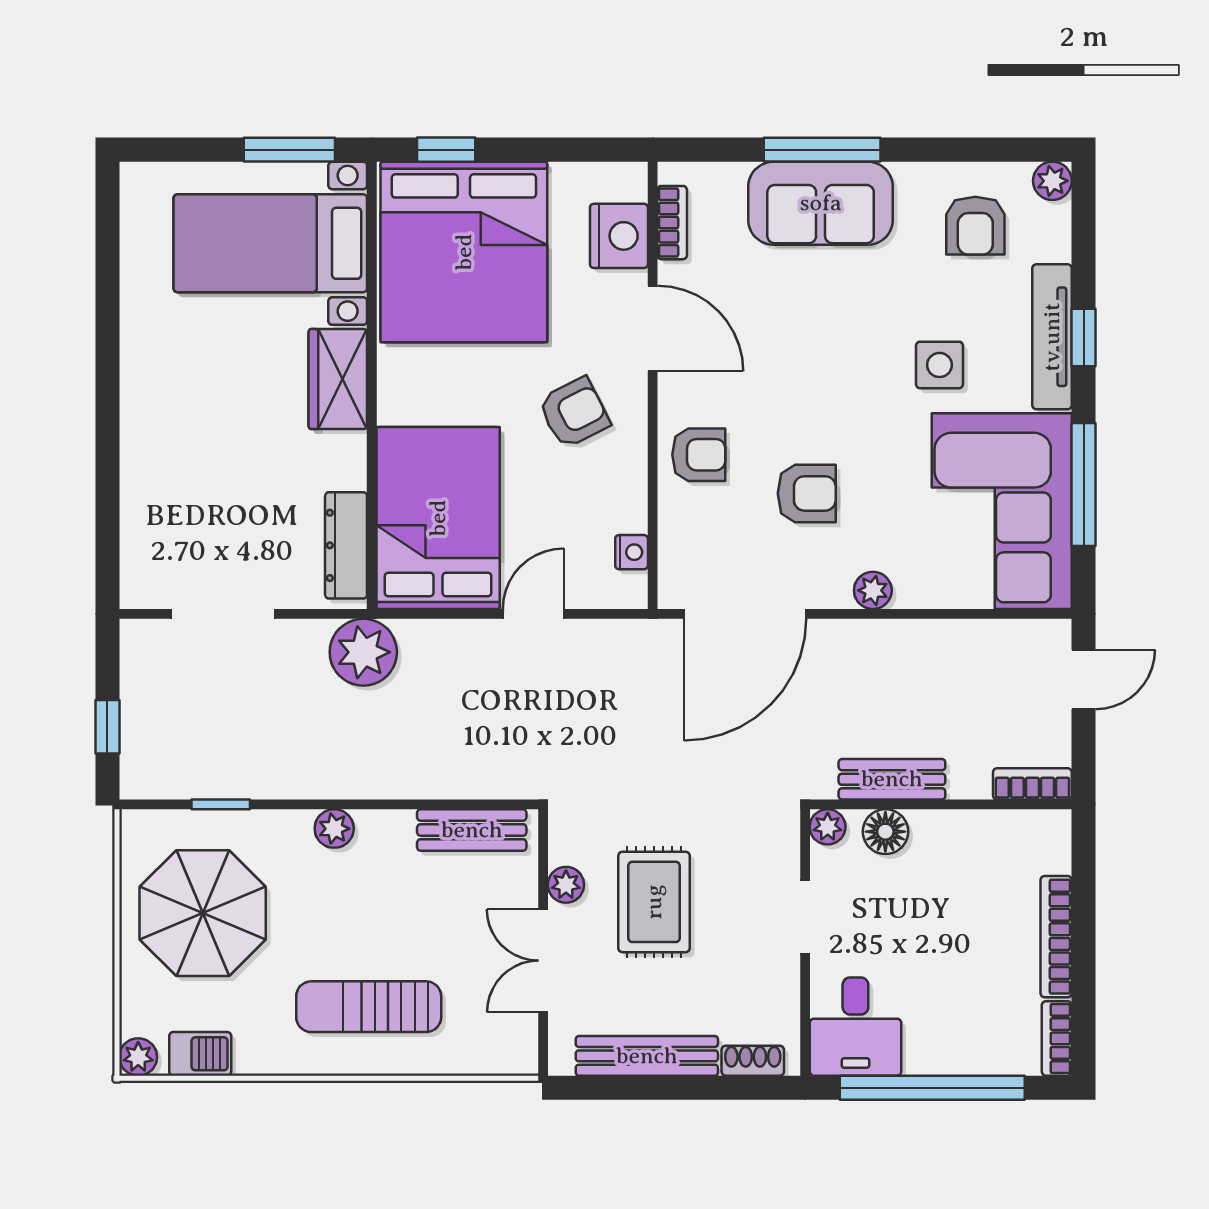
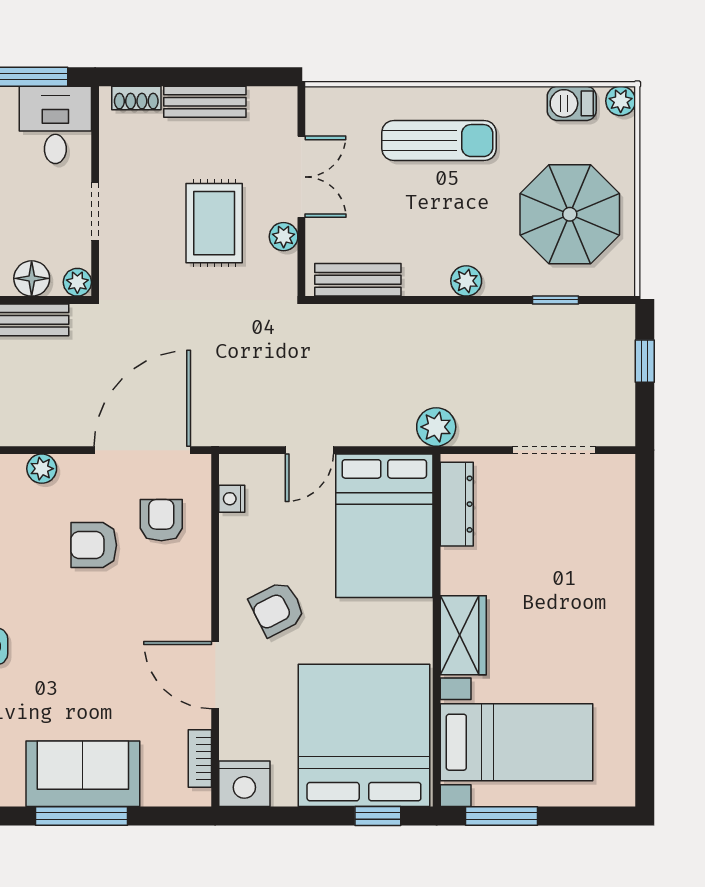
nightstand: (619, 236) -> (244, 784), moved, turned -90
armchair: (699, 455) -> (161, 520), moved, turned 90
plant: (363, 652) -> (436, 427), width x0.73, depth x0.73
bench: (647, 1056) -> (205, 102), width x0.73

